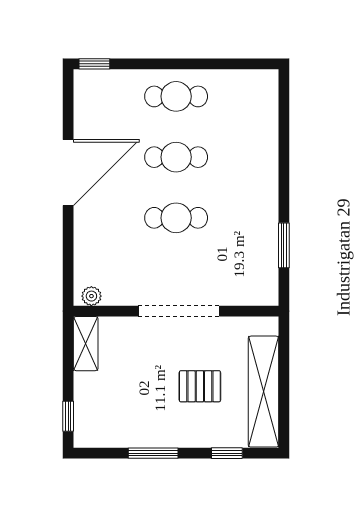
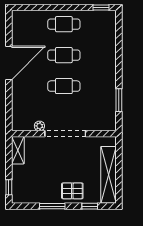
window: (94, 64) -> (101, 8), moved
plant: (91, 296) -> (39, 126), moved
pallet: (200, 386) -> (72, 191), moved

